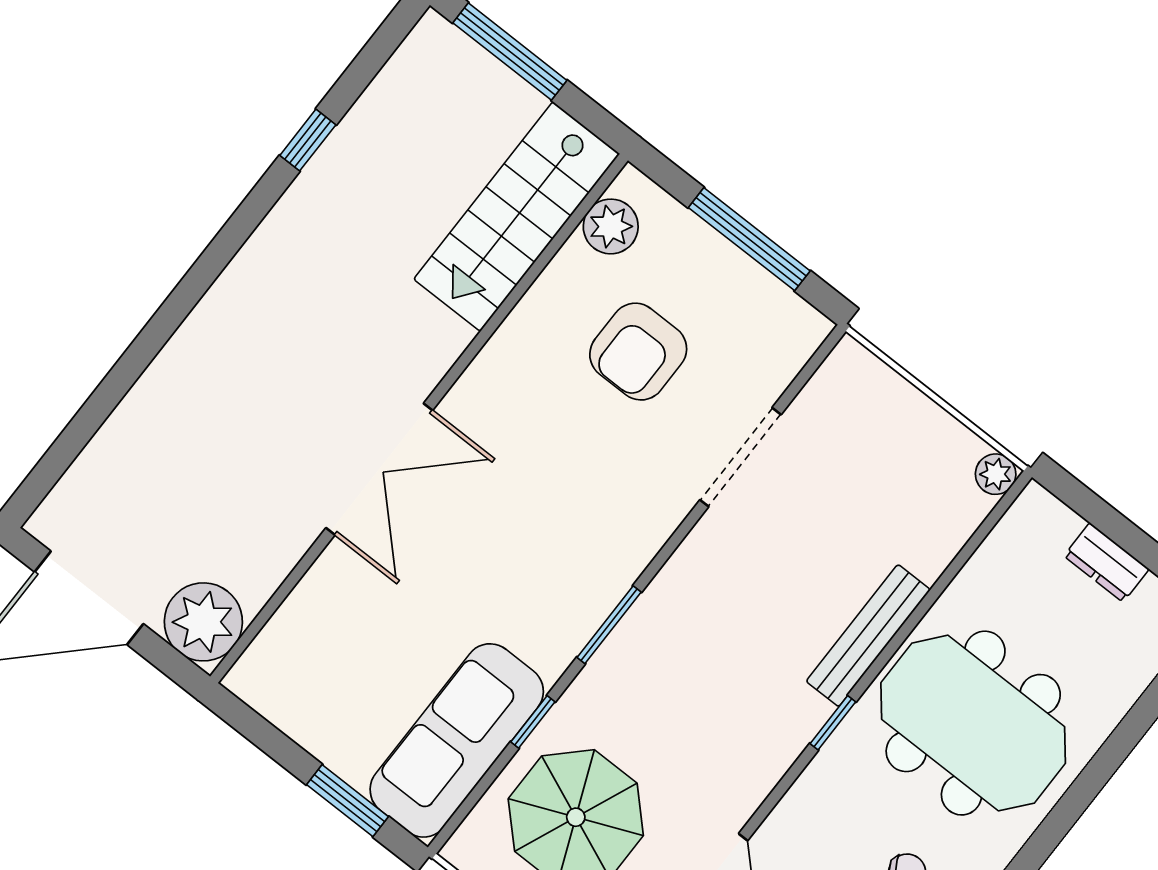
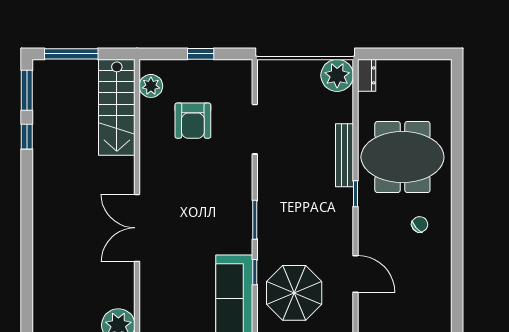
window: (375, 54) -> (27, 90), added
window: (749, 239) -> (201, 54), width x0.46
double door: (379, 469) -> (137, 228), swing flipped
plant: (996, 474) -> (337, 75), width x1.88, depth x1.88
dresser: (1106, 562) -> (367, 75), moved, turned -90

